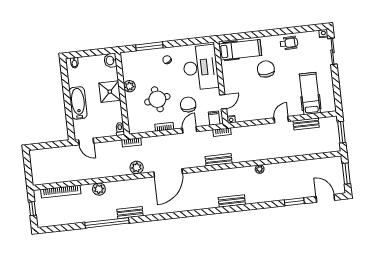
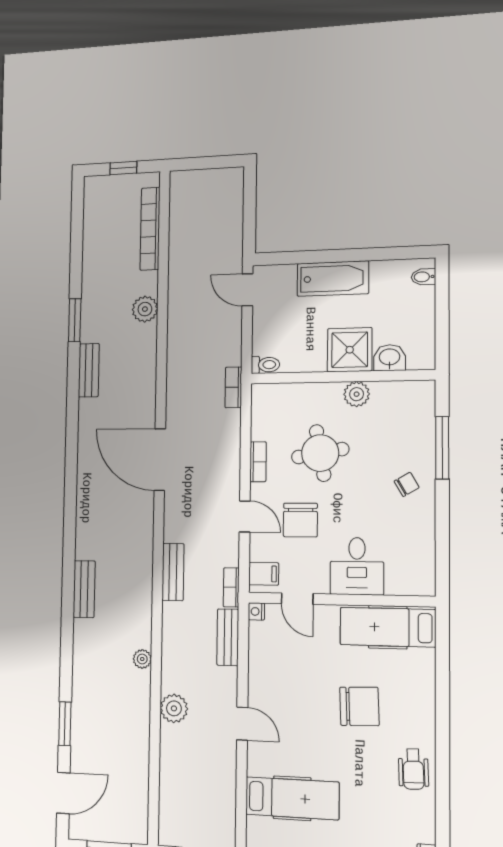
hospital bed: (240, 50) -> (388, 627), moved, turned 90
washbasin: (110, 60) -> (390, 358), moved
desk: (200, 67) -> (357, 566), width x0.53, depth x0.77
chair: (188, 105) -> (300, 520), turned 90
bench: (306, 124) -> (228, 637), moved
door: (86, 141) -> (247, 290), hinge flipped
plant: (137, 167) -> (174, 708), moved
window: (107, 223) -> (75, 320), width x0.47

